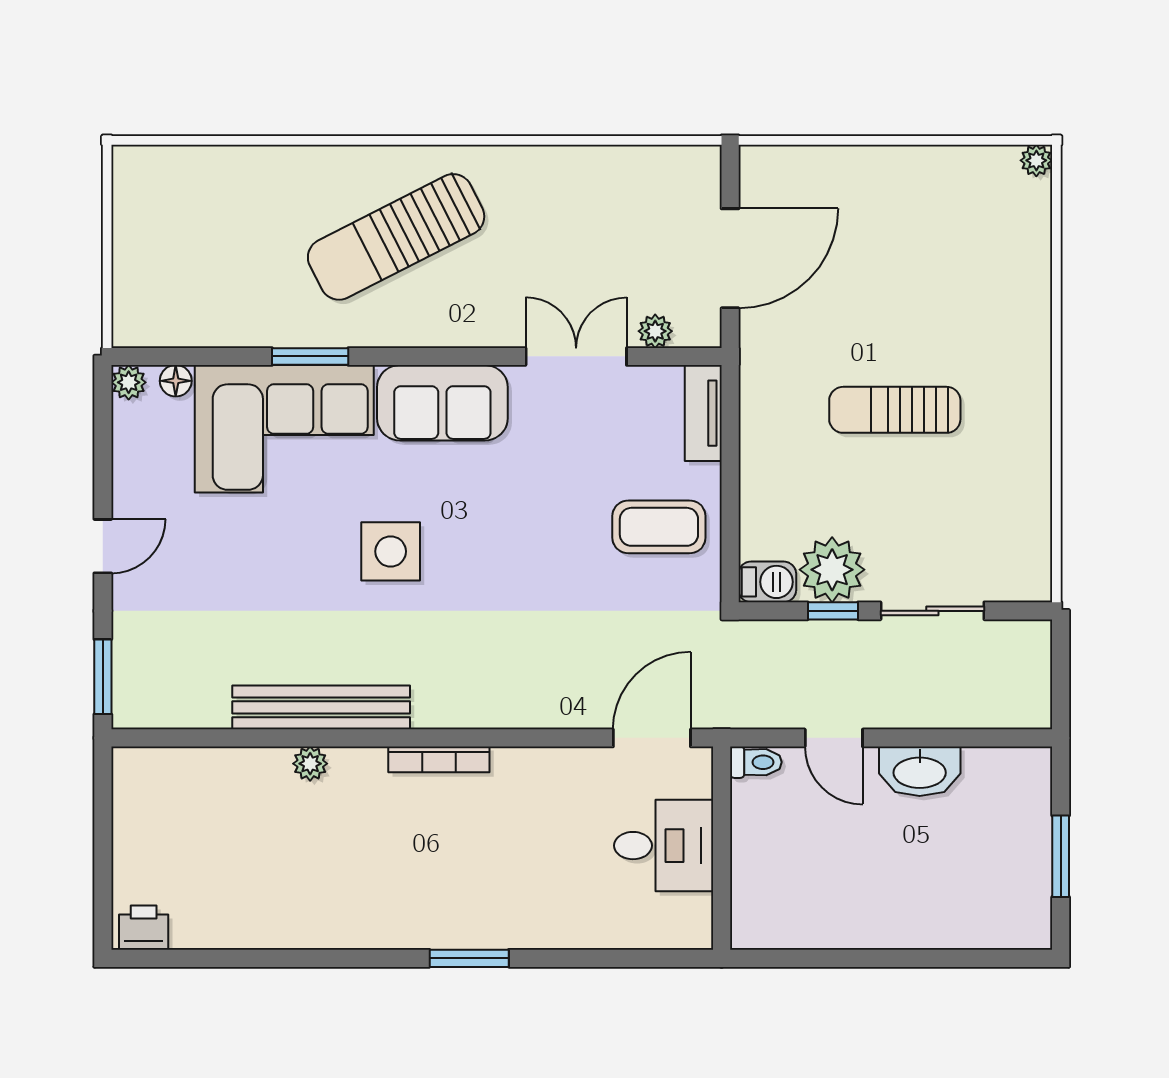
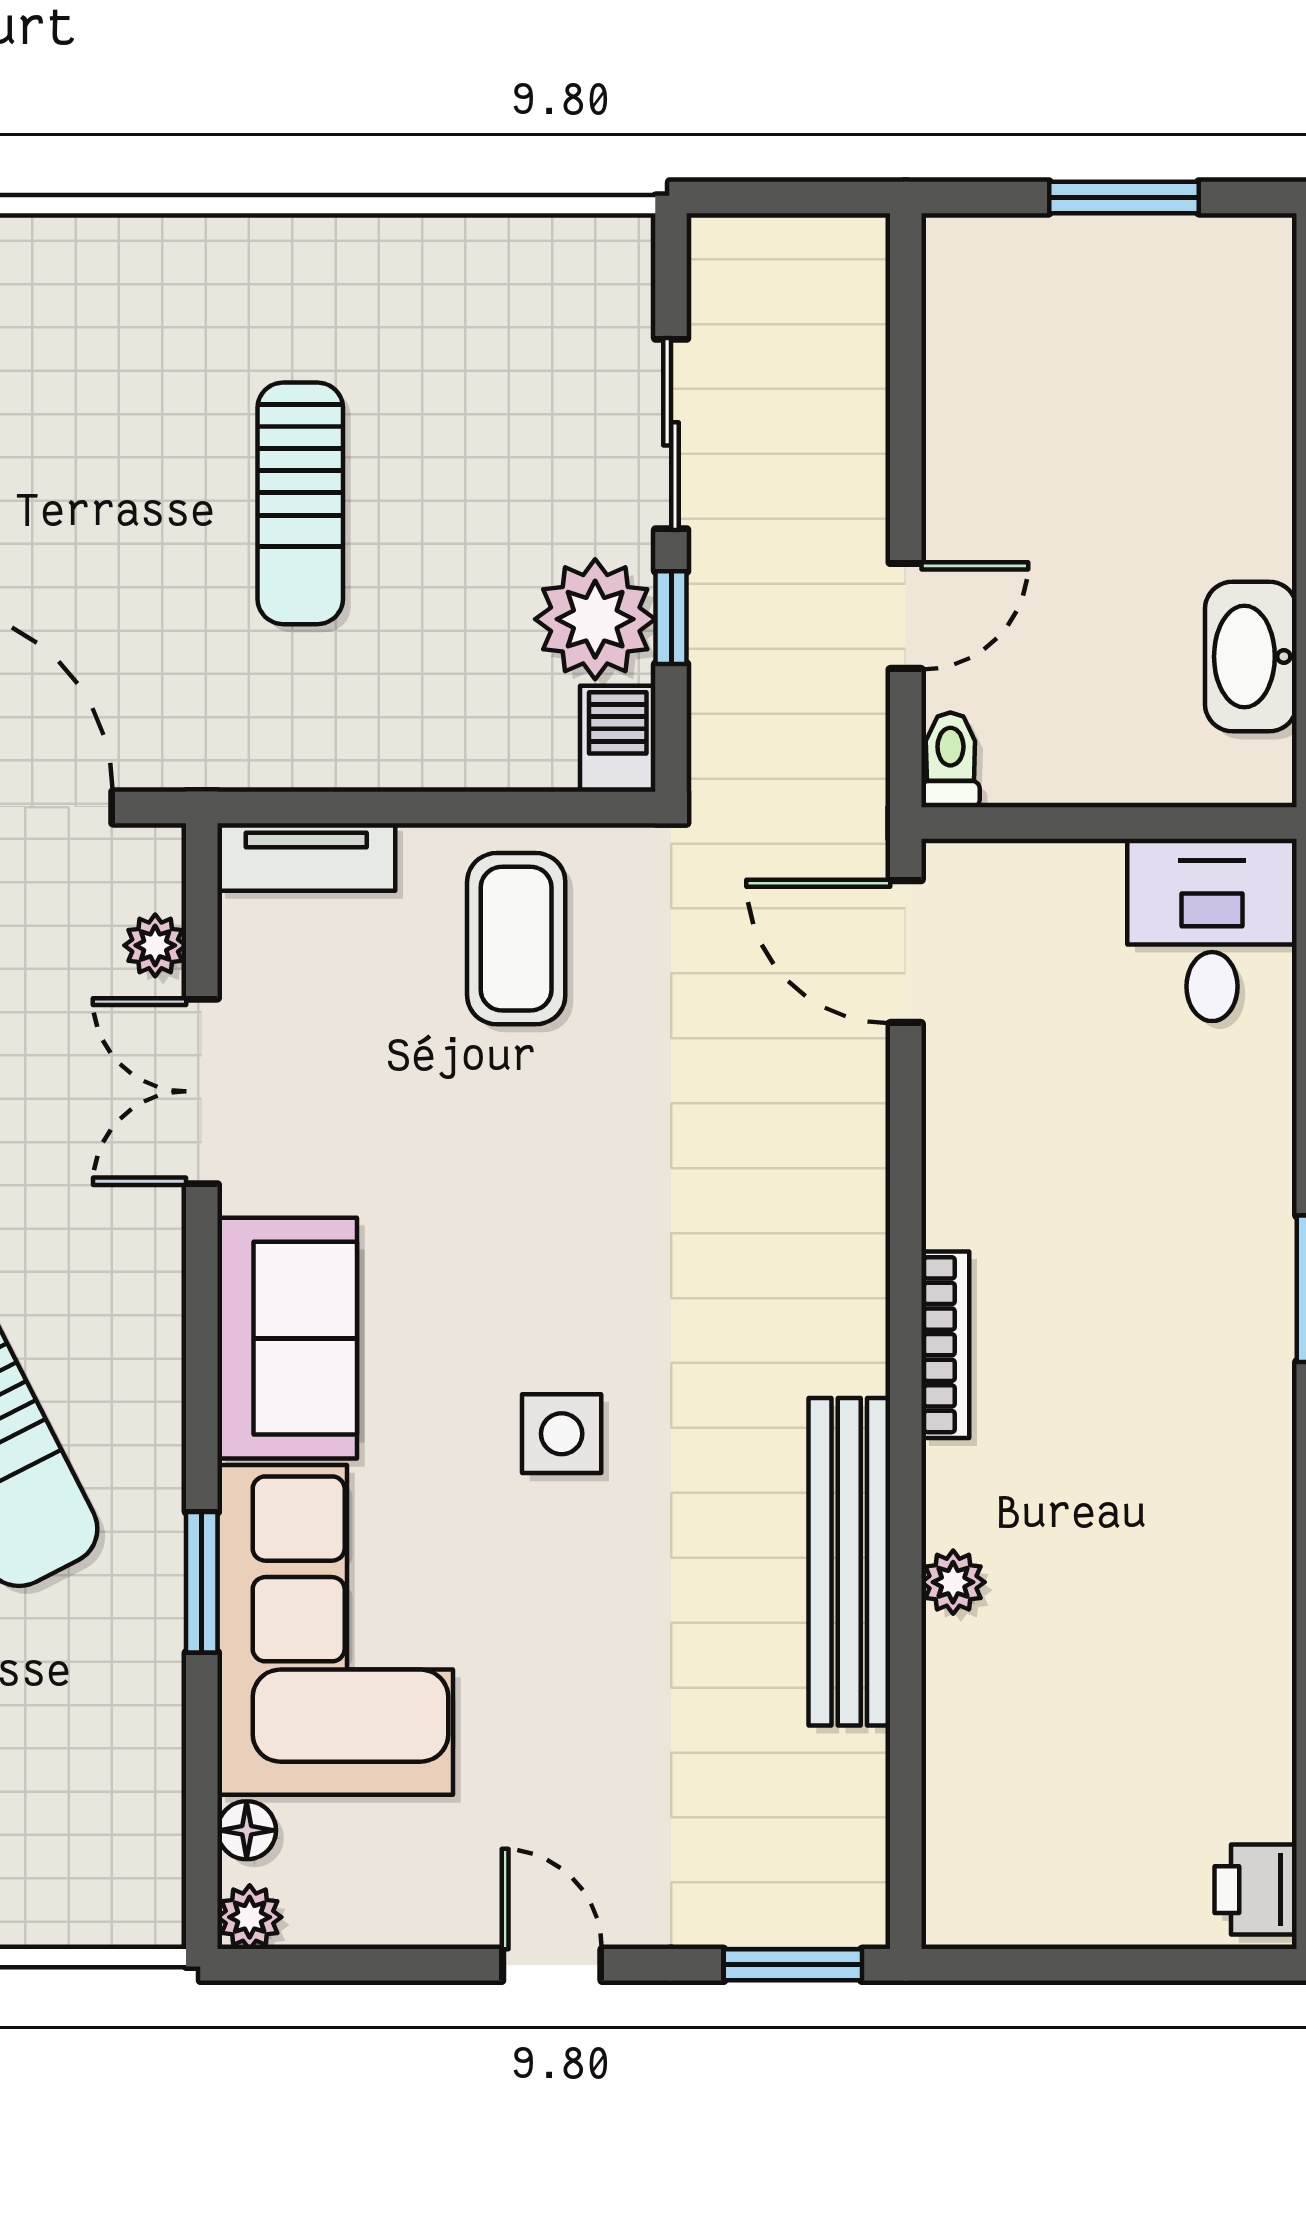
side table: (391, 551) -> (562, 1434), width x0.73, depth x0.73
washbasin: (920, 771) -> (1251, 657), moved, turned 180
desk: (664, 846) -> (1212, 930), moved

